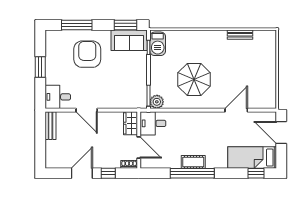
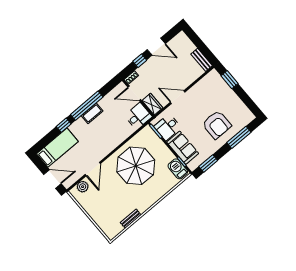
sofa: (129, 40) -> (183, 148), moved, turned 90
window: (40, 67) -> (230, 80), moved
parasol: (194, 79) -> (136, 166), width x1.36, depth x1.36
desk: (58, 97) -> (168, 127), moved, turned 180
plant: (157, 102) -> (83, 187), moved
door: (87, 110) -> (178, 97), moved
door: (82, 173) -> (156, 47), hinge flipped
window: (256, 173) -> (64, 125), moved

